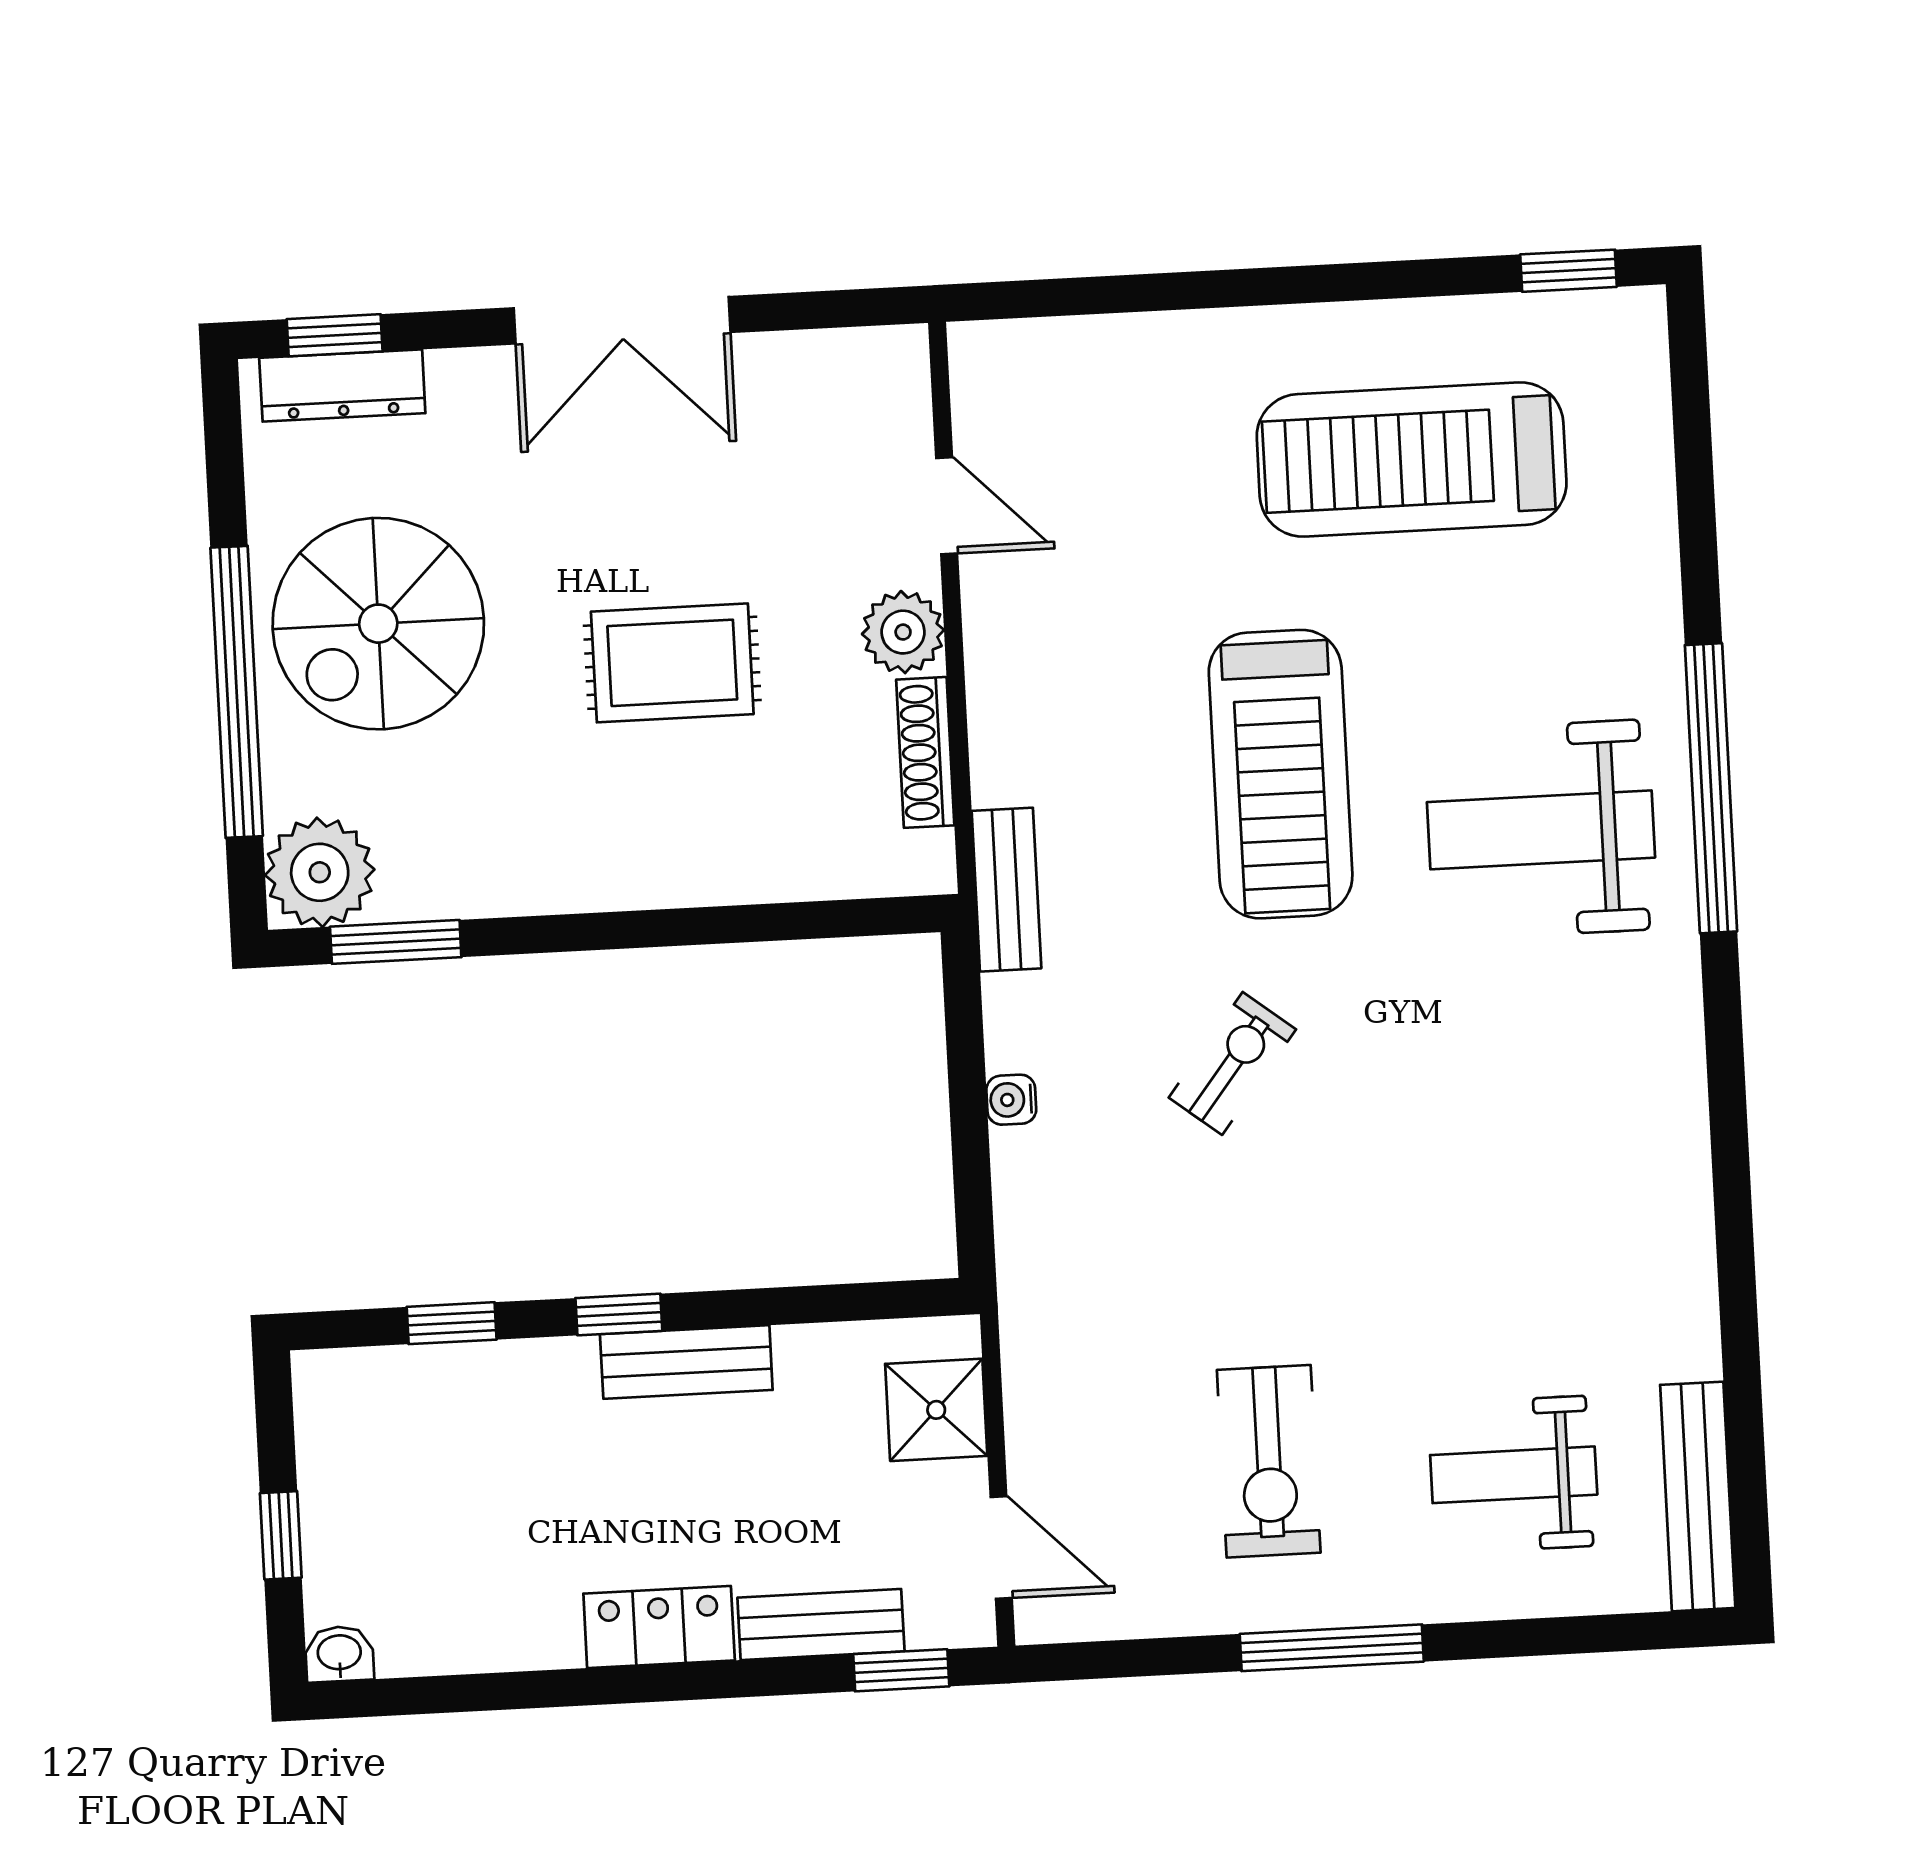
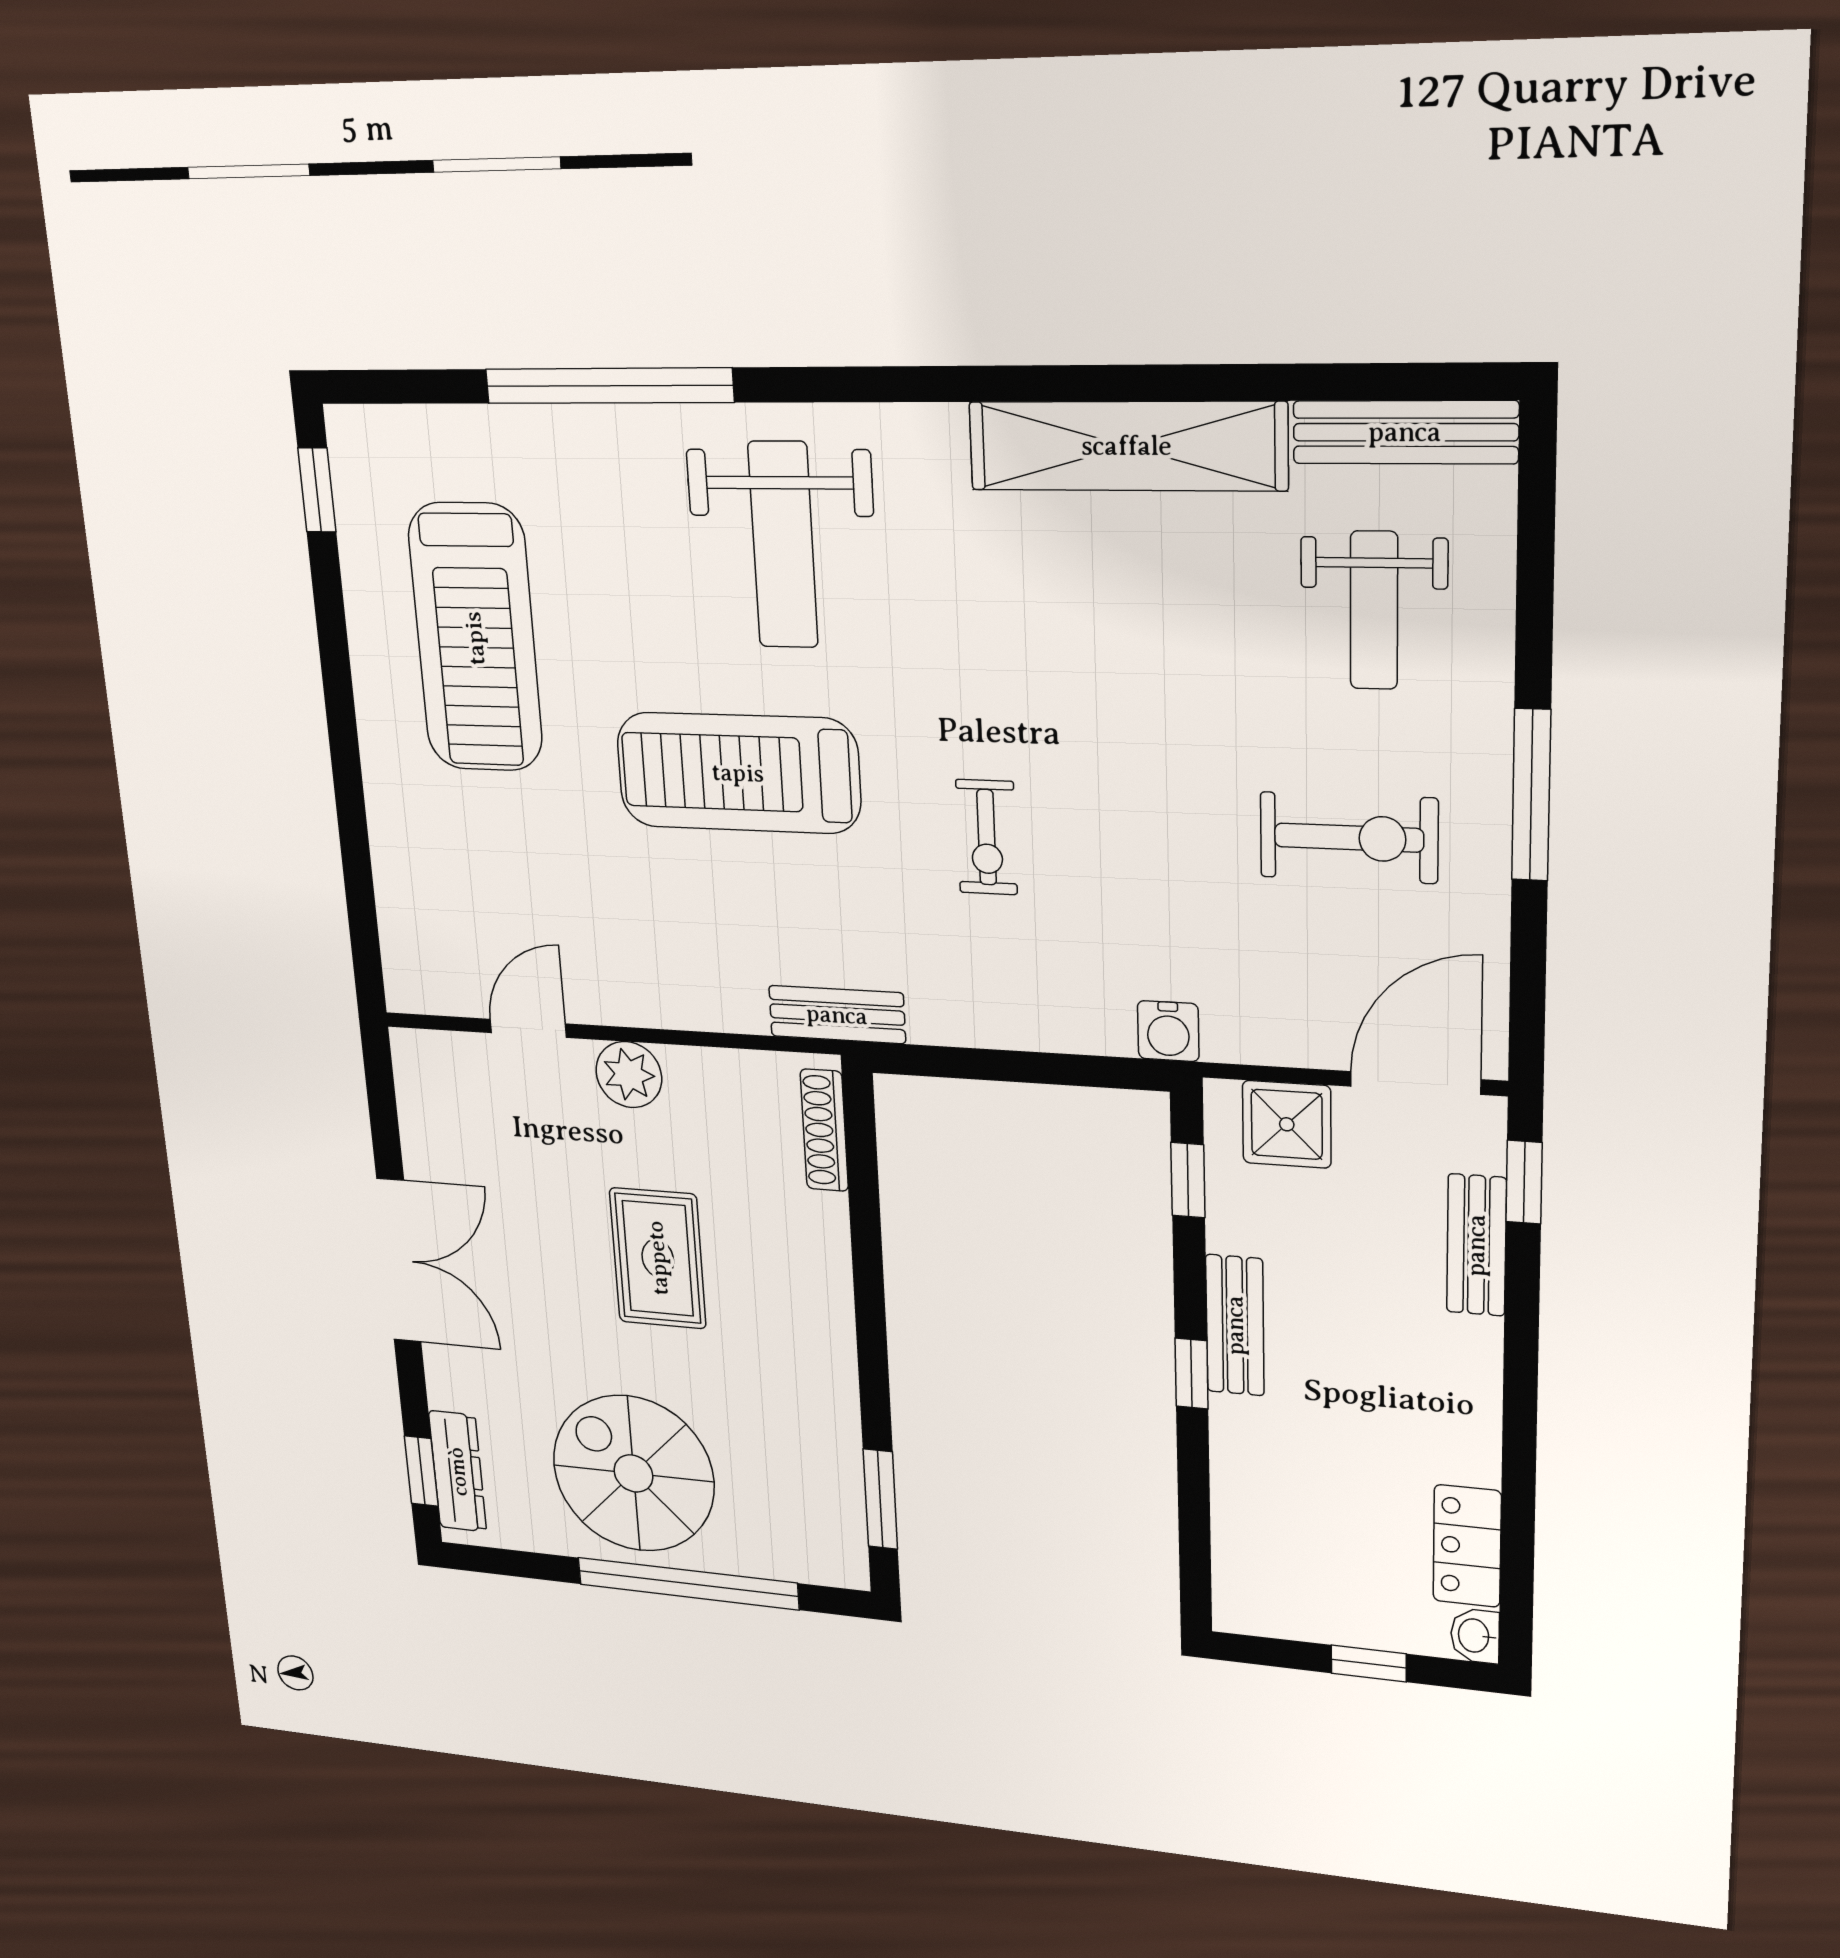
spiral stairs: (378, 624) -> (633, 1473), turned 180
shoe rack: (925, 752) -> (824, 1130), moved, turned 90
treadmill: (1281, 774) -> (738, 773), turned 180
window: (1711, 788) -> (609, 386), moved
plant: (320, 872) -> (826, 1546), removed
exercise bike: (1232, 1063) -> (987, 837), turned -128
water cooler: (1011, 1100) -> (1168, 1031), moved, width x1.38, depth x1.38
shelving: (1668, 1209) -> (1127, 446), added
window: (452, 1323) -> (1188, 1180), moved
door: (1001, 1547) -> (1416, 1083), width x1.38
locker: (659, 1627) -> (1467, 1546), moved

